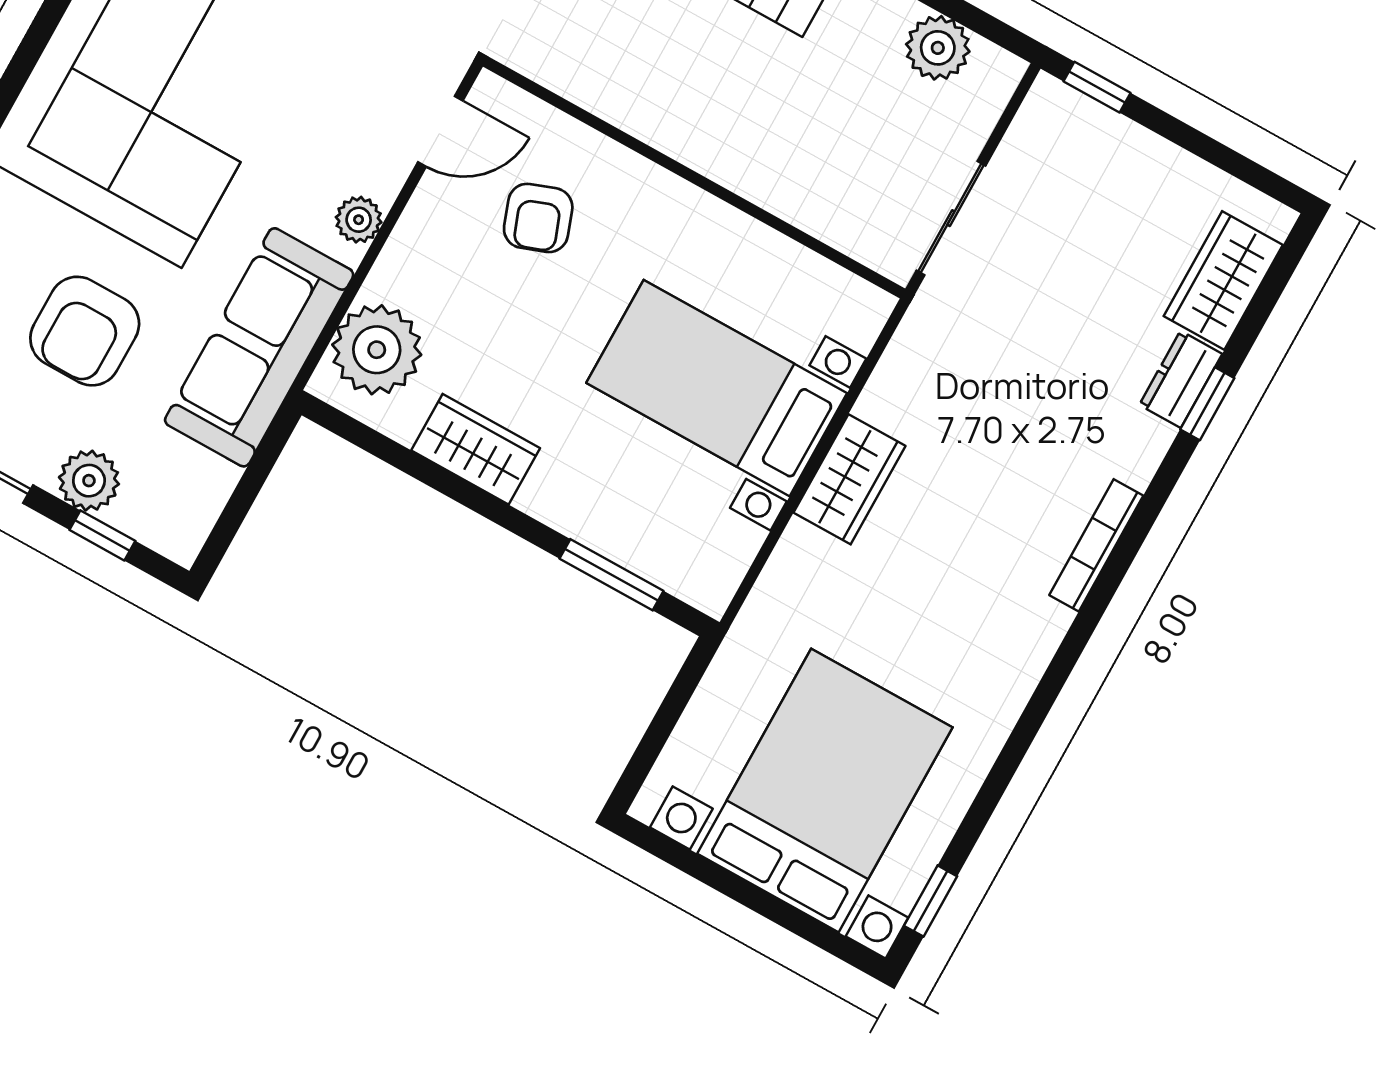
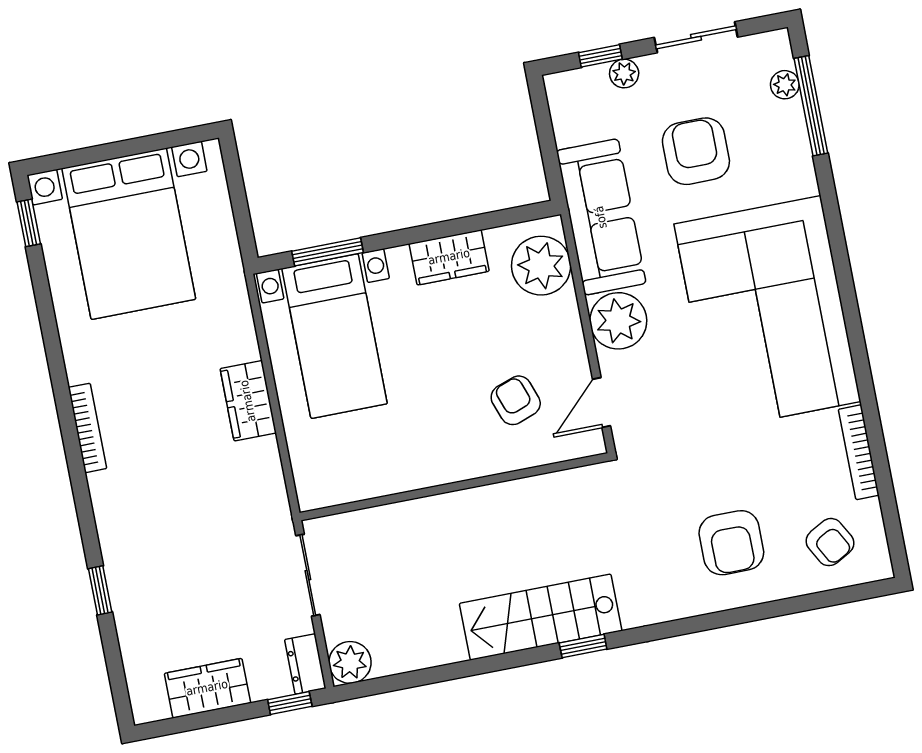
plant: (938, 48) -> (350, 662), moved
plant: (359, 220) -> (618, 321), width x1.87, depth x1.87
wardrobe: (1223, 281) -> (207, 688), moved, turned -90
dresser: (1181, 379) -> (305, 664), moved, turned 180
bed with nightstands: (717, 388) -> (335, 336), moved, turned 90
plant: (89, 481) -> (624, 73), width x0.73, depth x0.73
bookcase: (1096, 545) -> (87, 428), moved

